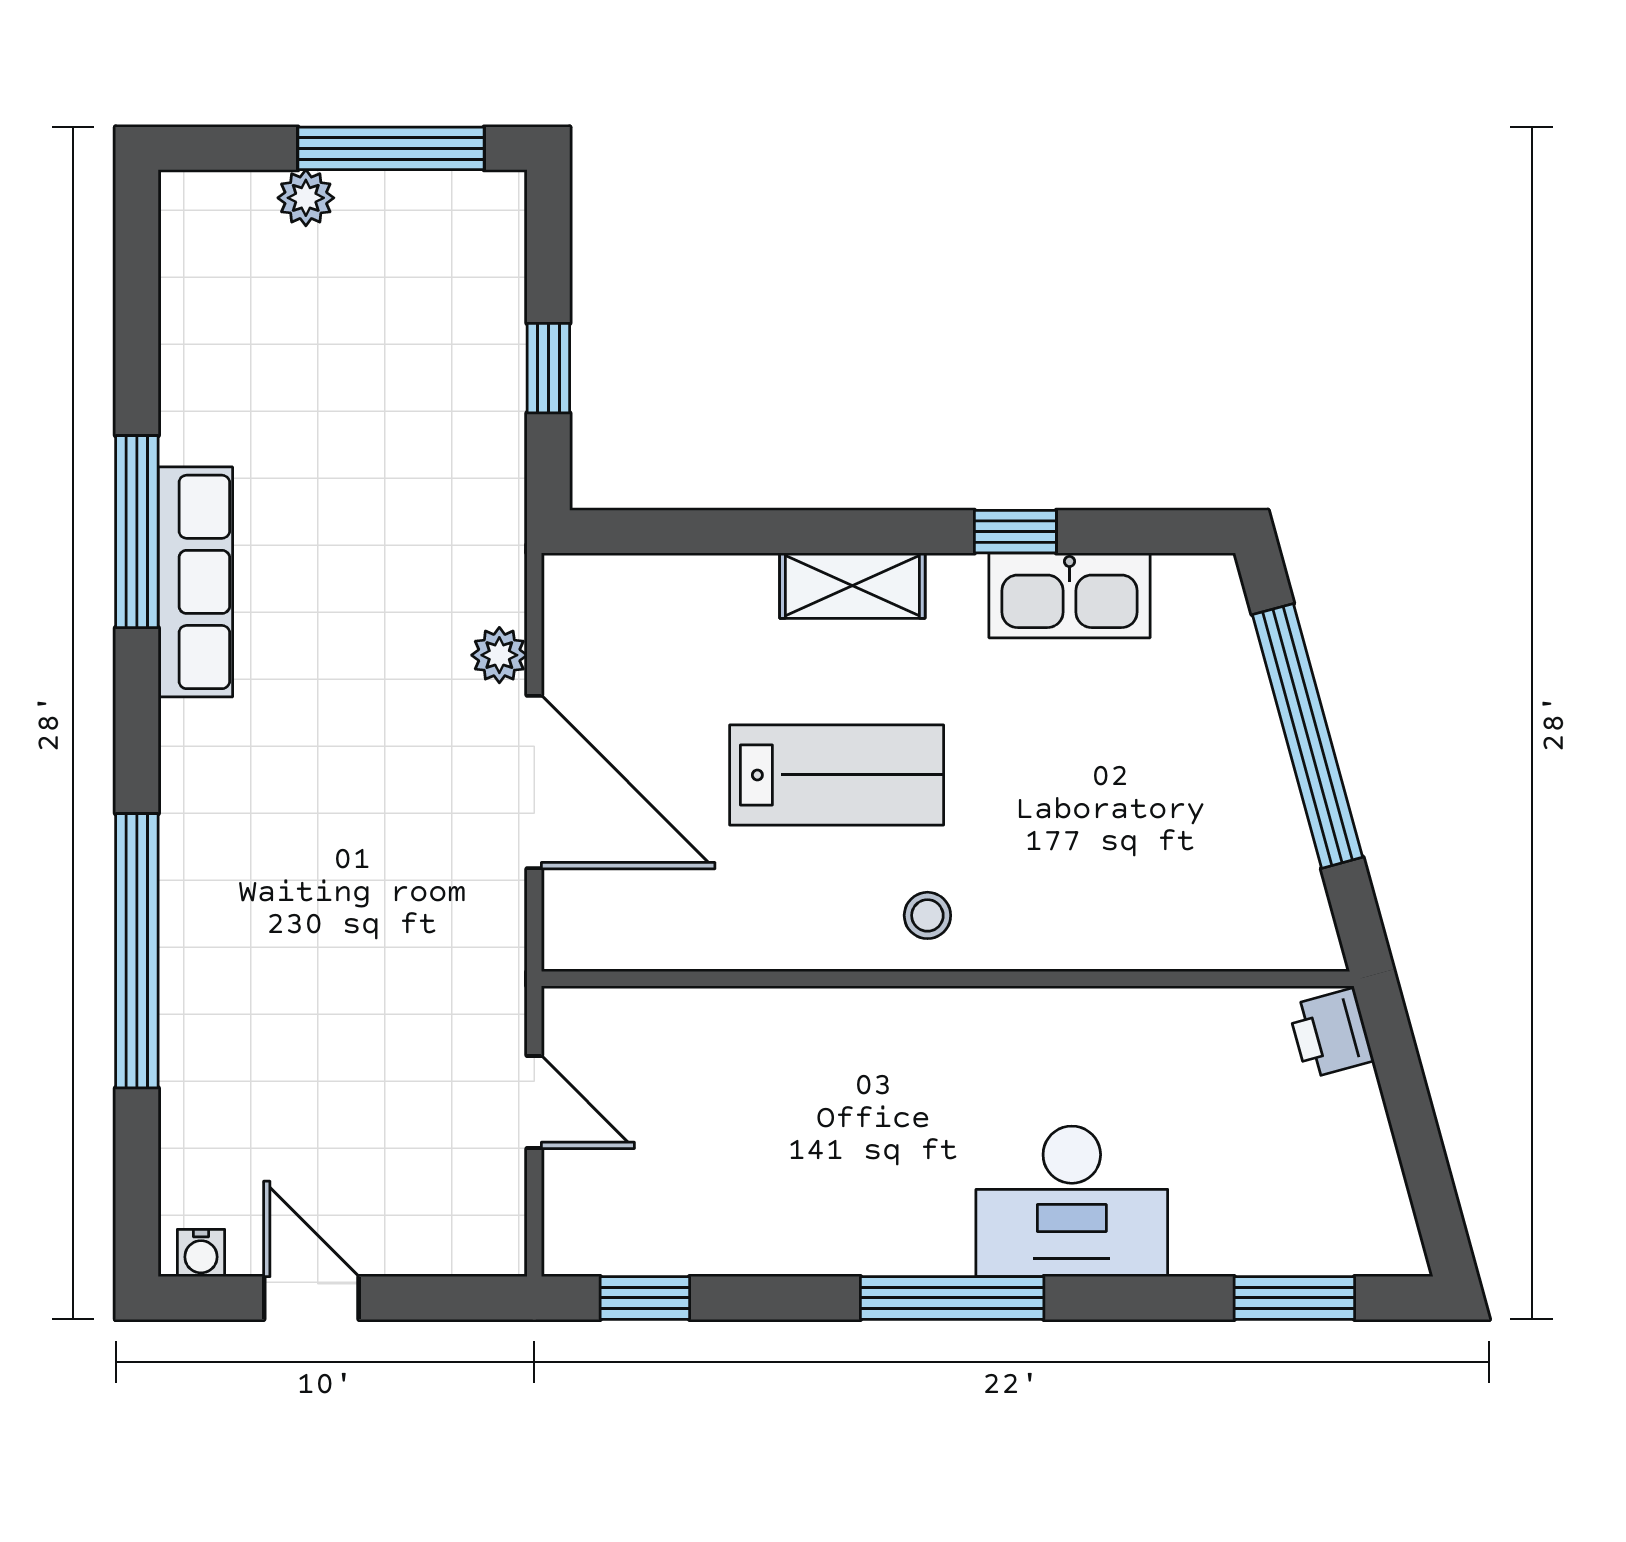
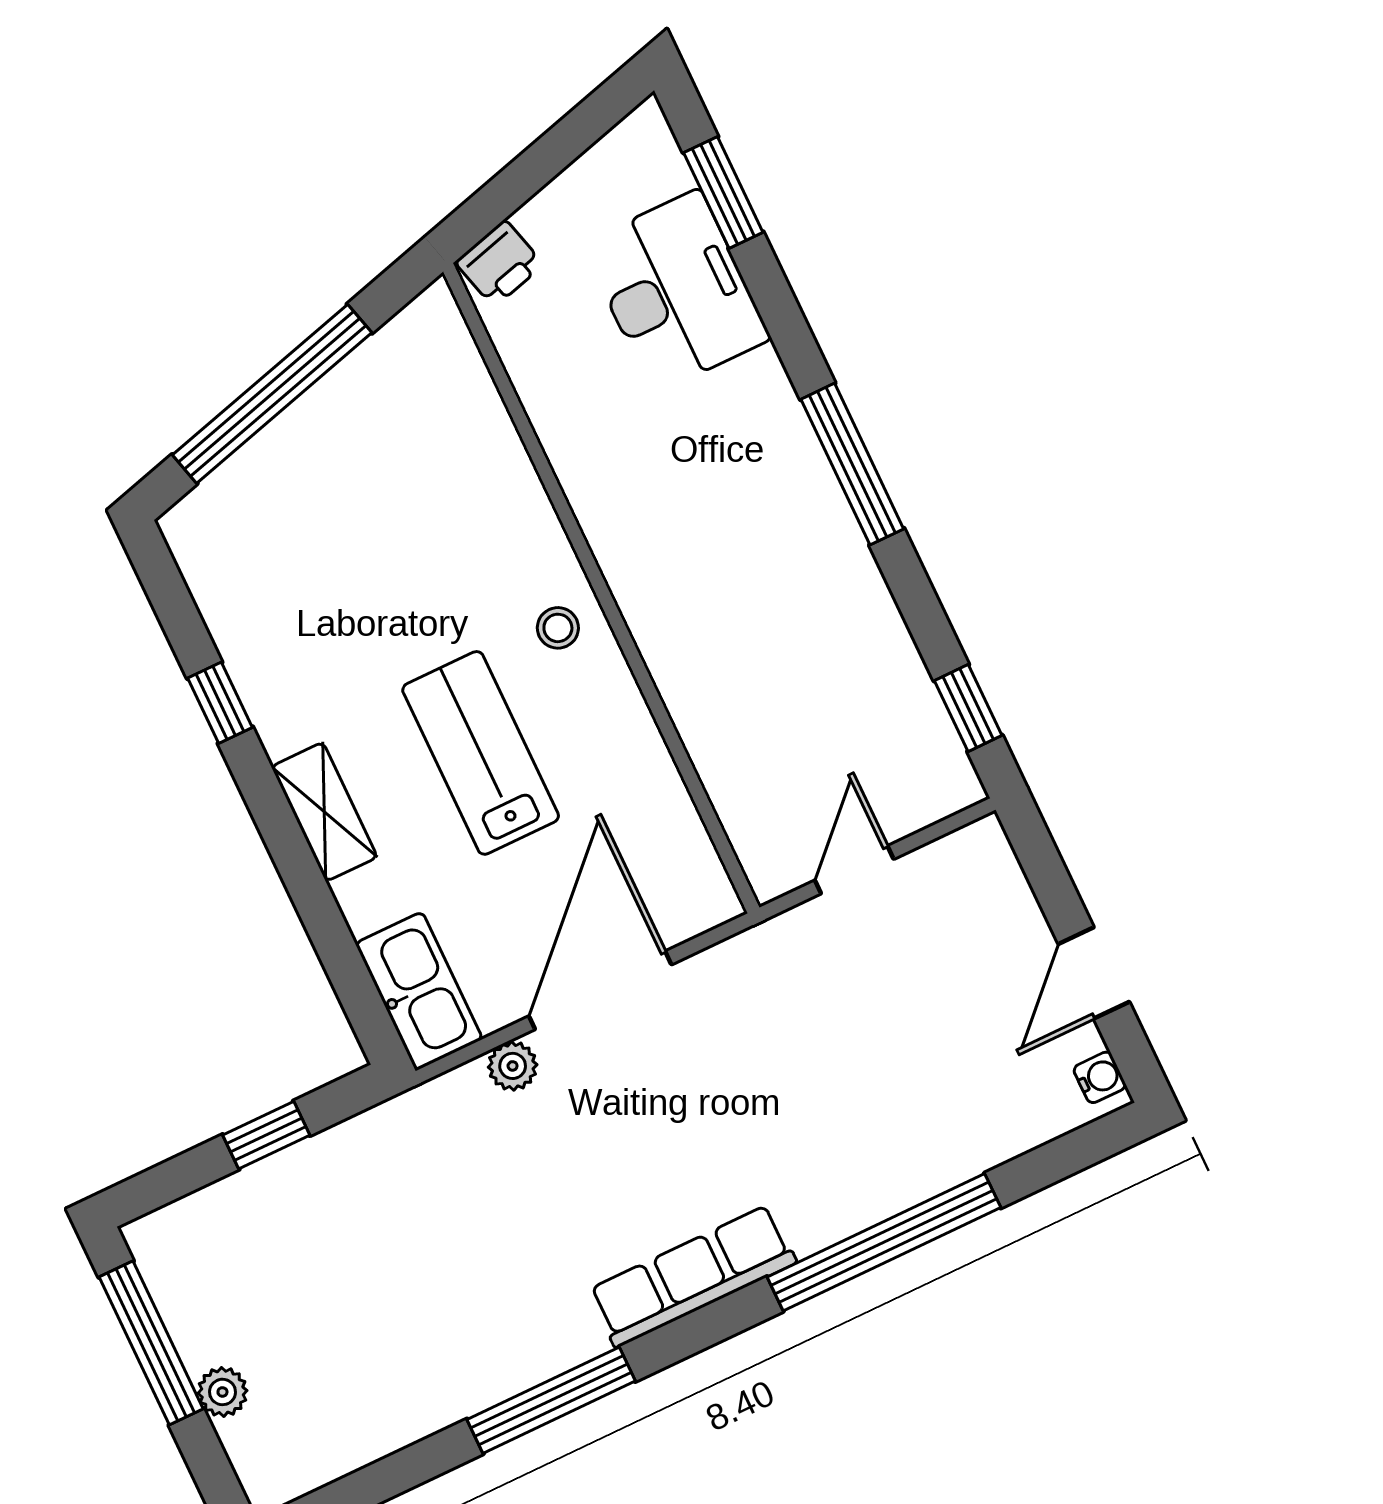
row of seats: (195, 582) -> (692, 1276), moved
kitchen sink: (1069, 595) -> (419, 991), moved
desk: (1072, 1201) -> (676, 291), moved

